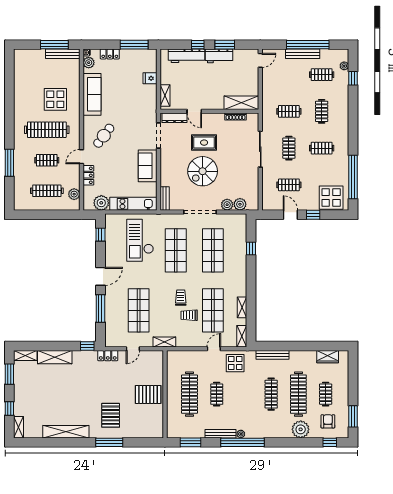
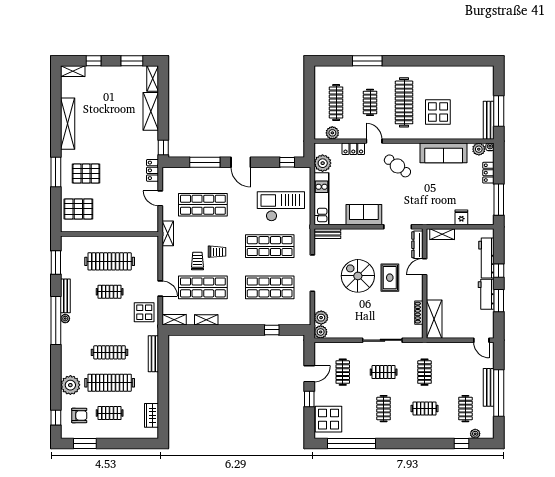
plant: (227, 205) -> (321, 332), moved
pallet: (148, 394) -> (78, 209), moved, turned 90

